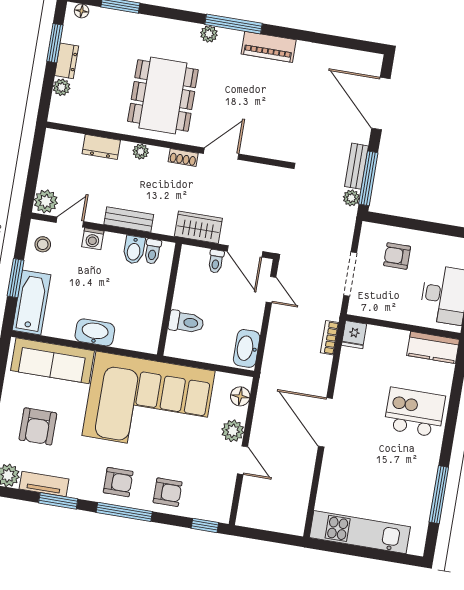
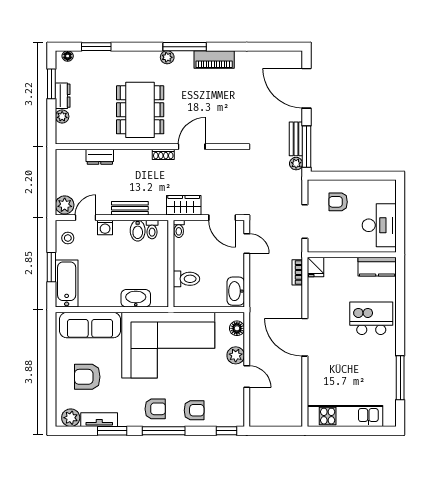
plant: (141, 152) -> (130, 155), removed
toilet: (216, 261) -> (179, 229), moved
washbasin: (95, 332) -> (136, 298), moved
armchair: (38, 426) -> (87, 377), turned 90

